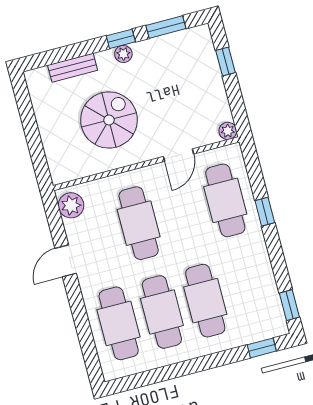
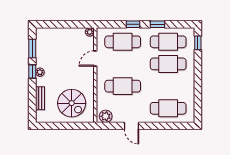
window: (225, 62) -> (56, 24), removed
spiral stairs: (109, 120) -> (72, 103), moved, turned 180
door: (178, 155) -> (95, 59), swing flipped
window: (289, 305) -> (157, 24), moved
cafe table: (162, 312) -> (168, 42), moved

